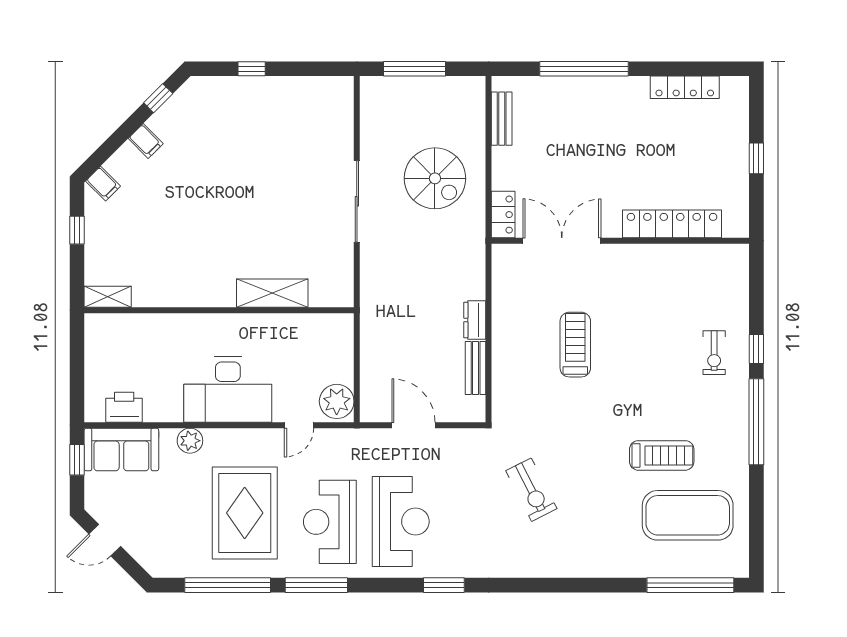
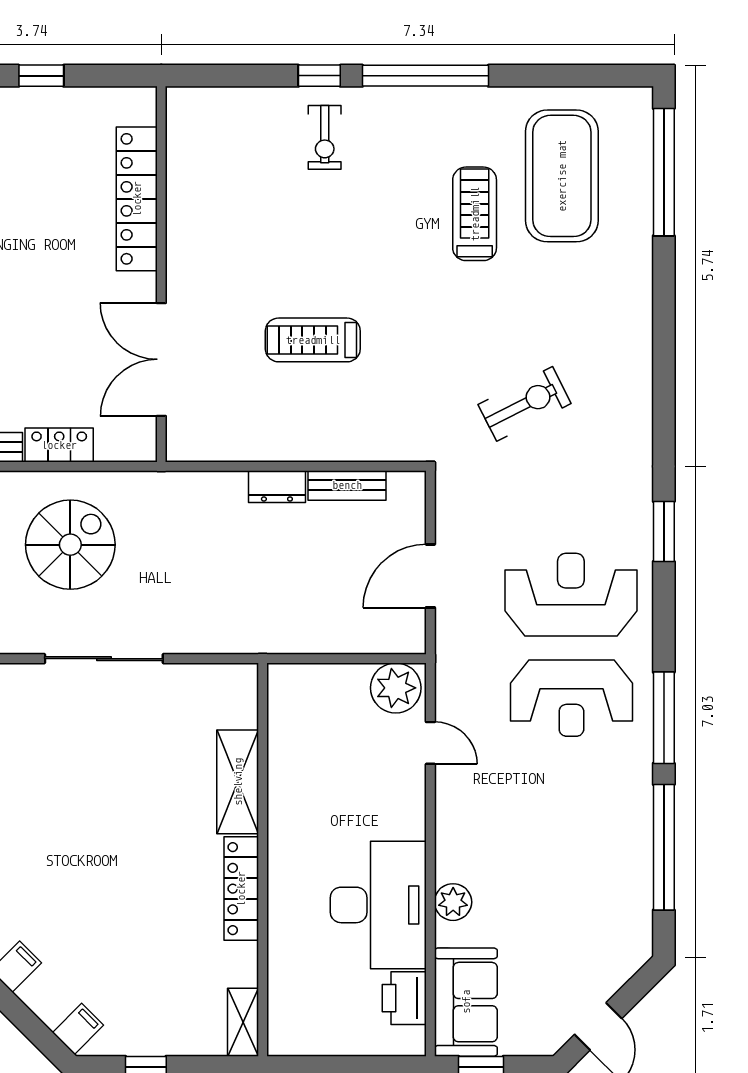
locker: (503, 215) -> (59, 445), moved
locker: (199, 296) -> (241, 889), added
exercise bike: (714, 353) -> (325, 137), turned 90
desk: (228, 389) -> (378, 905), moved
rug: (245, 513) -> (559, 822), removed

